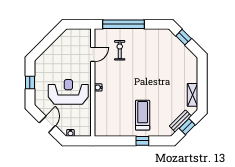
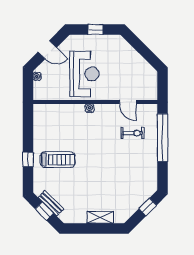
shelving: (193, 95) -> (100, 217), moved

